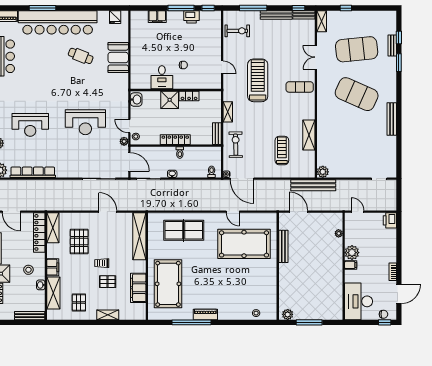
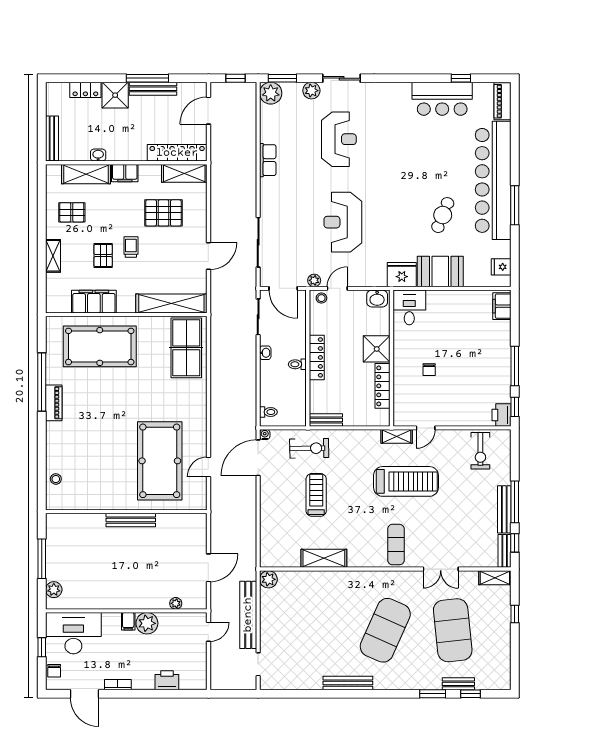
window: (43, 8) -> (515, 205), moved
window: (253, 8) -> (515, 502), moved
filing cabinet: (157, 17) -> (502, 306), moved
printer: (192, 17) -> (501, 415), moved
double door: (316, 57) -> (441, 569), swing flipped
desk: (162, 77) -> (409, 307), moved, turned 90
fridge: (120, 83) -> (402, 275), added
locker: (189, 96) -> (382, 386), width x1.53
shelving: (228, 112) -> (397, 436), moved
reception desk: (30, 125) -> (339, 139), turned 180
treadmill: (282, 151) -> (316, 495), moved, turned -90
door: (129, 162) -> (283, 288), hinge flipped
row of seats: (33, 172) -> (268, 160), width x0.50
bench: (313, 185) -> (248, 615), moved
door: (233, 212) -> (208, 467), moved
door: (298, 212) -> (208, 568), moved
printer: (390, 220) -> (167, 680), moved
table tennis table: (184, 230) -> (186, 348), moved
bench: (283, 246) -> (131, 520), moved
stool: (28, 270) -> (121, 137), removed
plant: (288, 314) -> (54, 590), moved
window: (385, 322) -> (42, 647), moved

